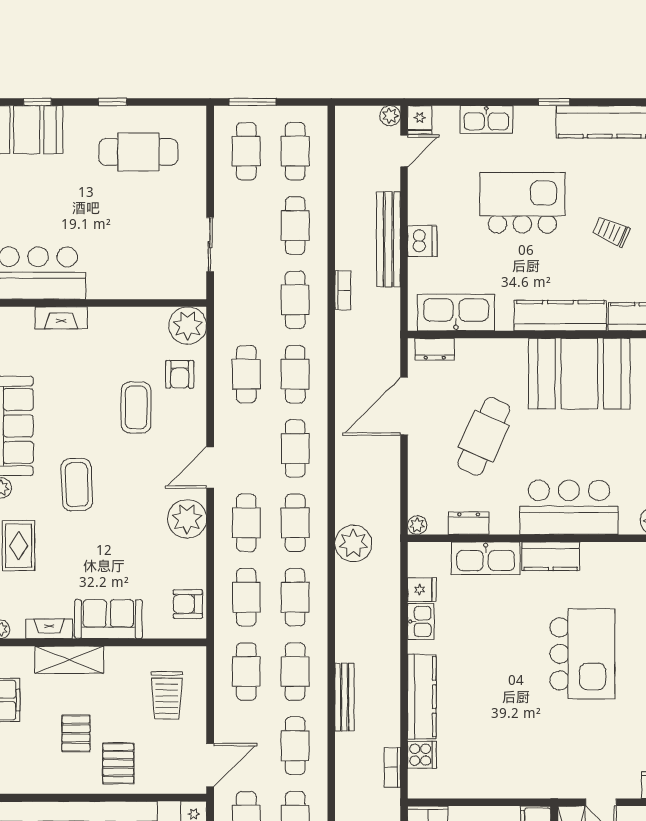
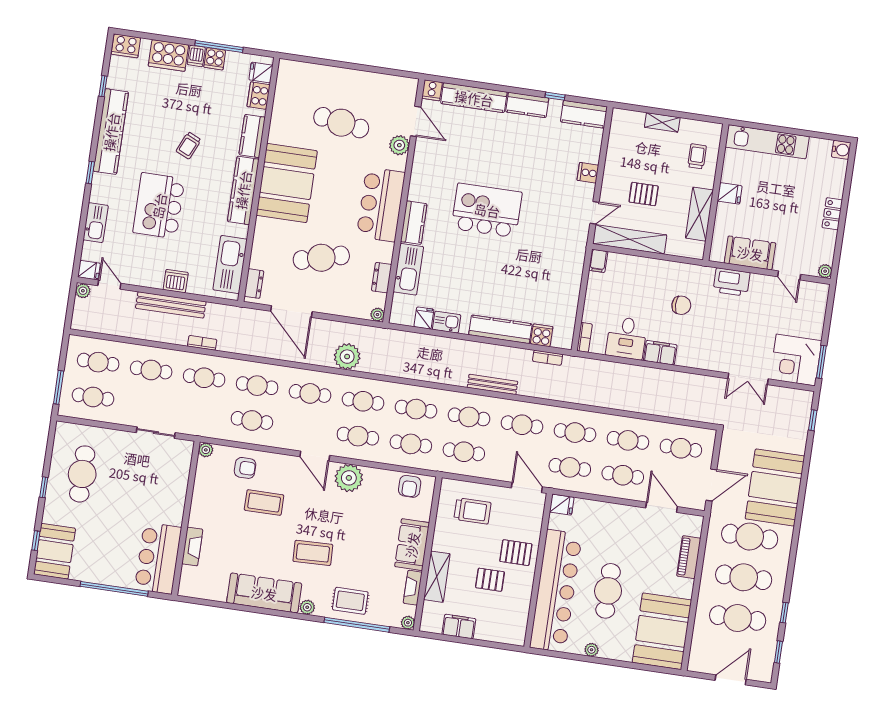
plant: (188, 326) -> (206, 450), width x0.53, depth x0.53
cafe table: (484, 436) -> (321, 258), turned -39
plant: (353, 544) -> (347, 357), moved

